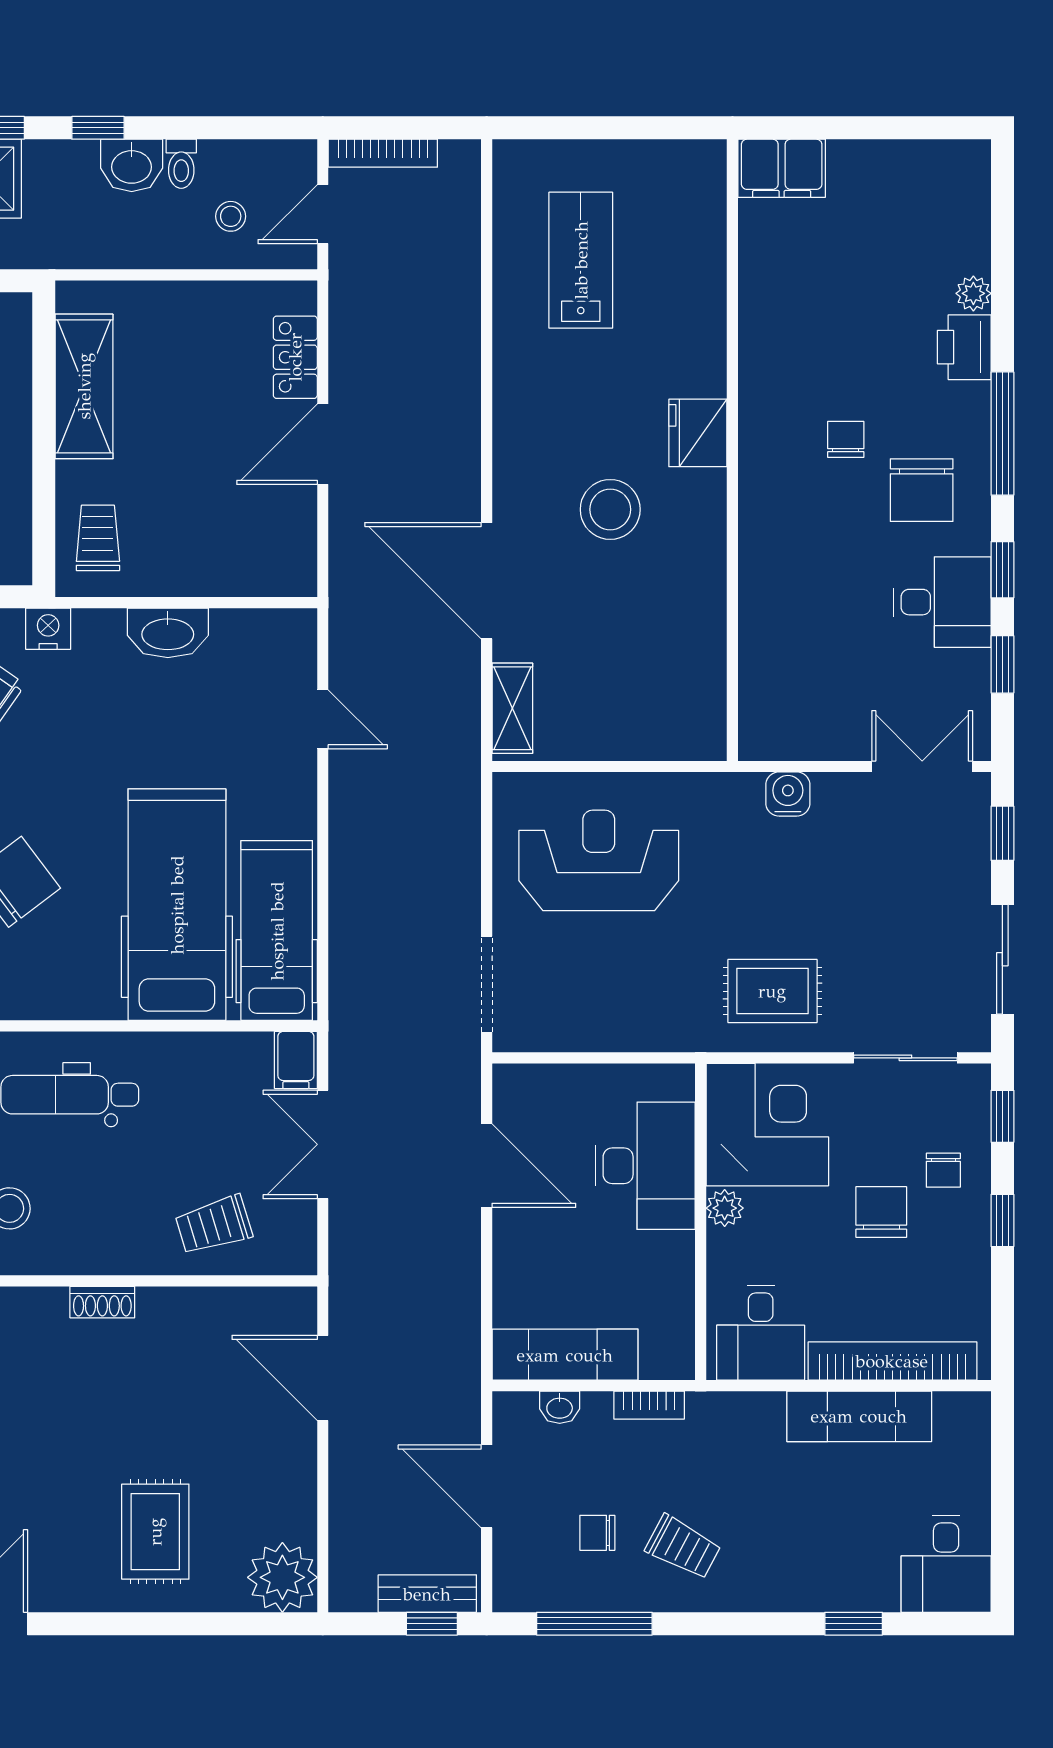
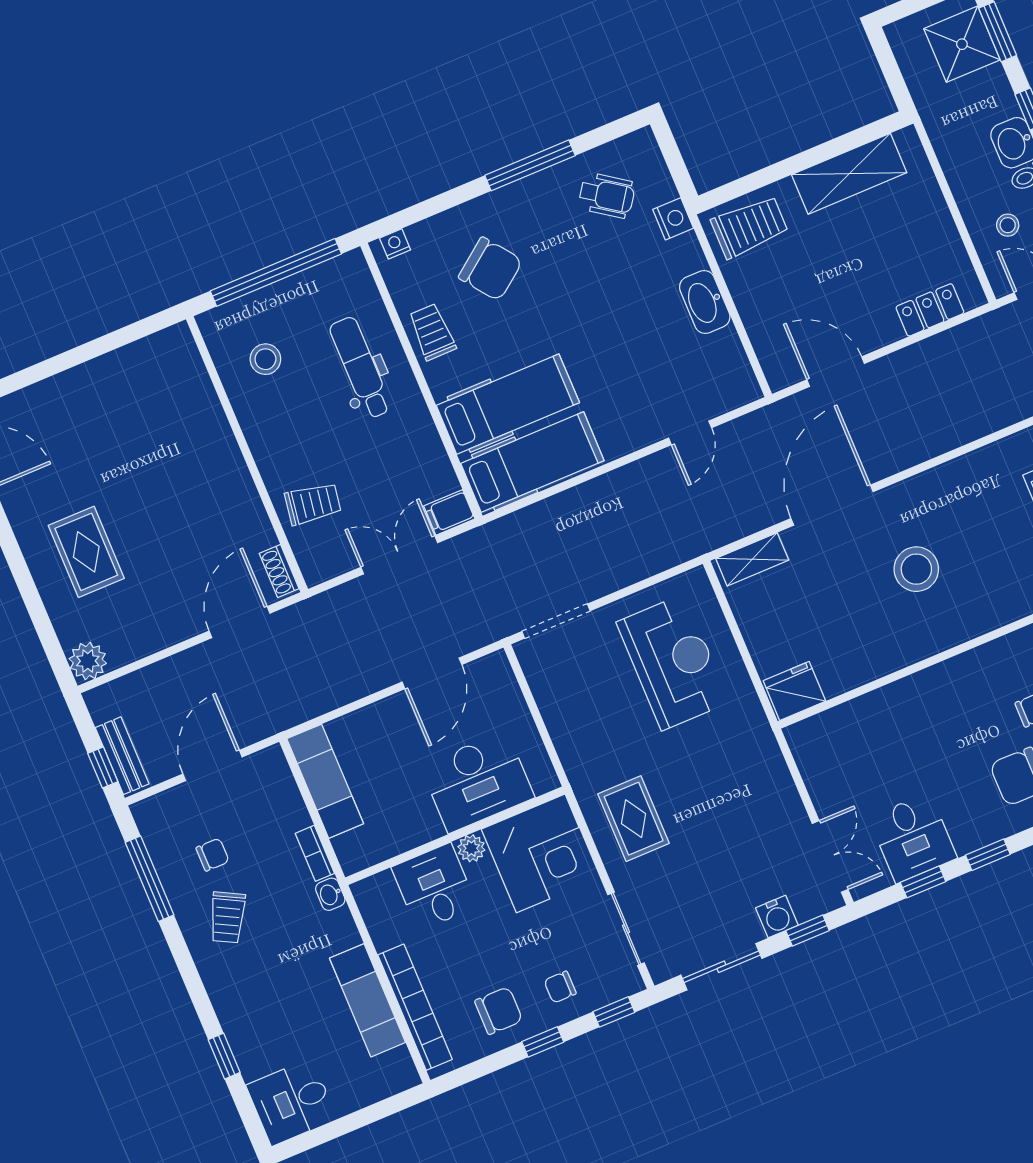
fridge: (698, 433) -> (794, 691), moved
door: (323, 444) -> (836, 372), moved
trolley: (98, 538) -> (750, 227), width x1.36, depth x1.39
desk: (942, 602) -> (913, 838), moved
water cooler: (788, 794) -> (777, 917), moved, turned 90
hospital bed: (177, 905) -> (508, 404), width x0.73, depth x0.78
trolley: (63, 987) -> (432, 332), added
chair: (881, 1212) -> (499, 1011), moved
trolley: (214, 1225) -> (313, 504), turned 116
shoe rack: (102, 1302) -> (279, 571), moved
desk: (761, 1333) -> (434, 887), moved, turned 90
washbasin: (560, 1407) -> (330, 894), moved
rug: (155, 1532) -> (86, 552), turned 90
chair: (597, 1533) -> (213, 855), turned 90
plant: (282, 1577) -> (88, 661), width x0.73, depth x0.73

